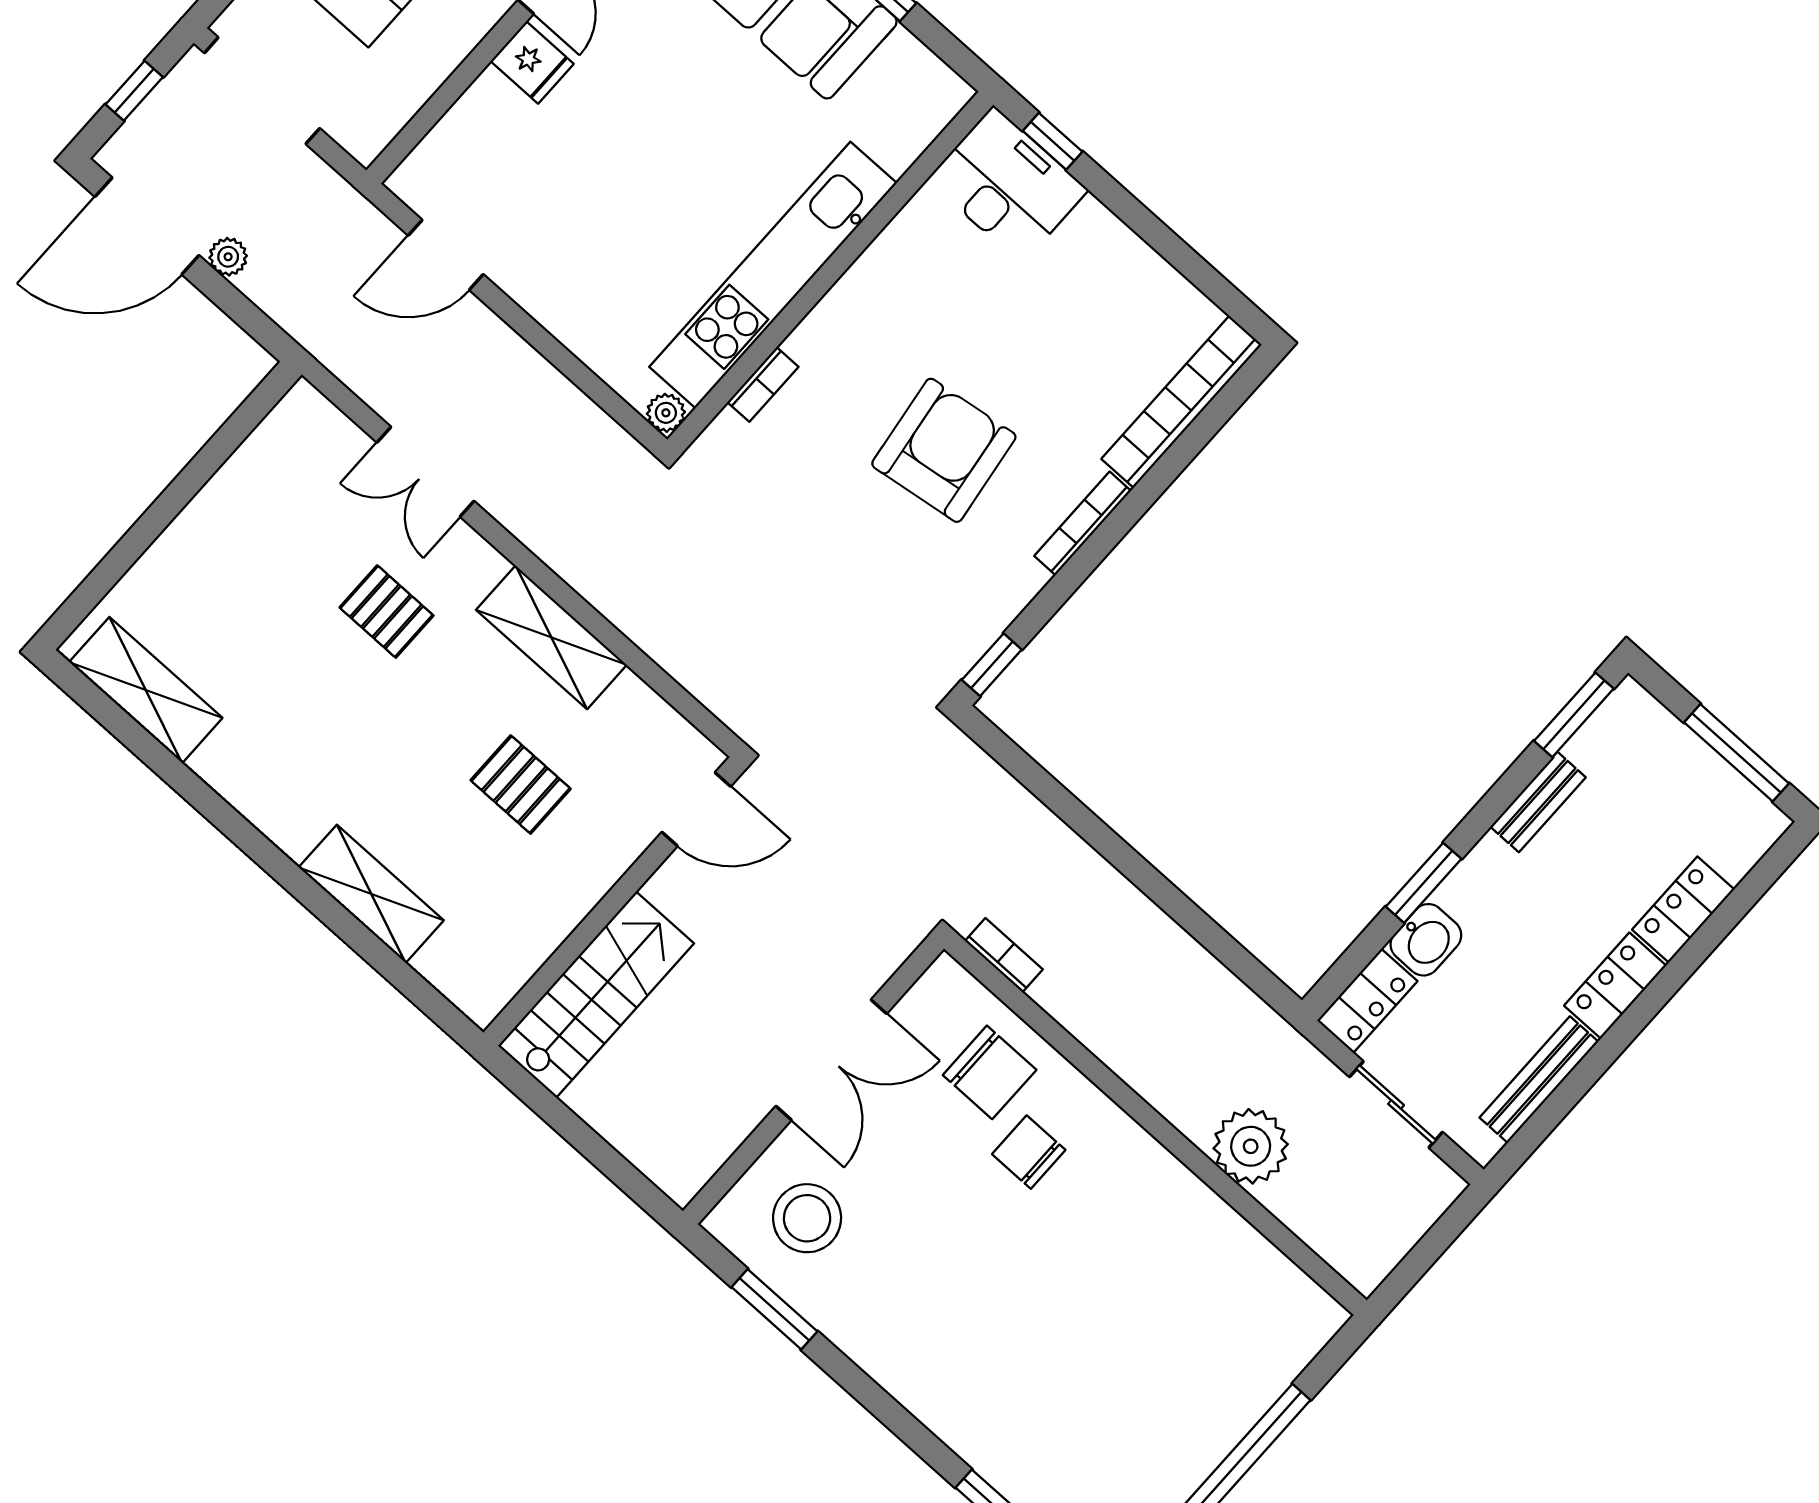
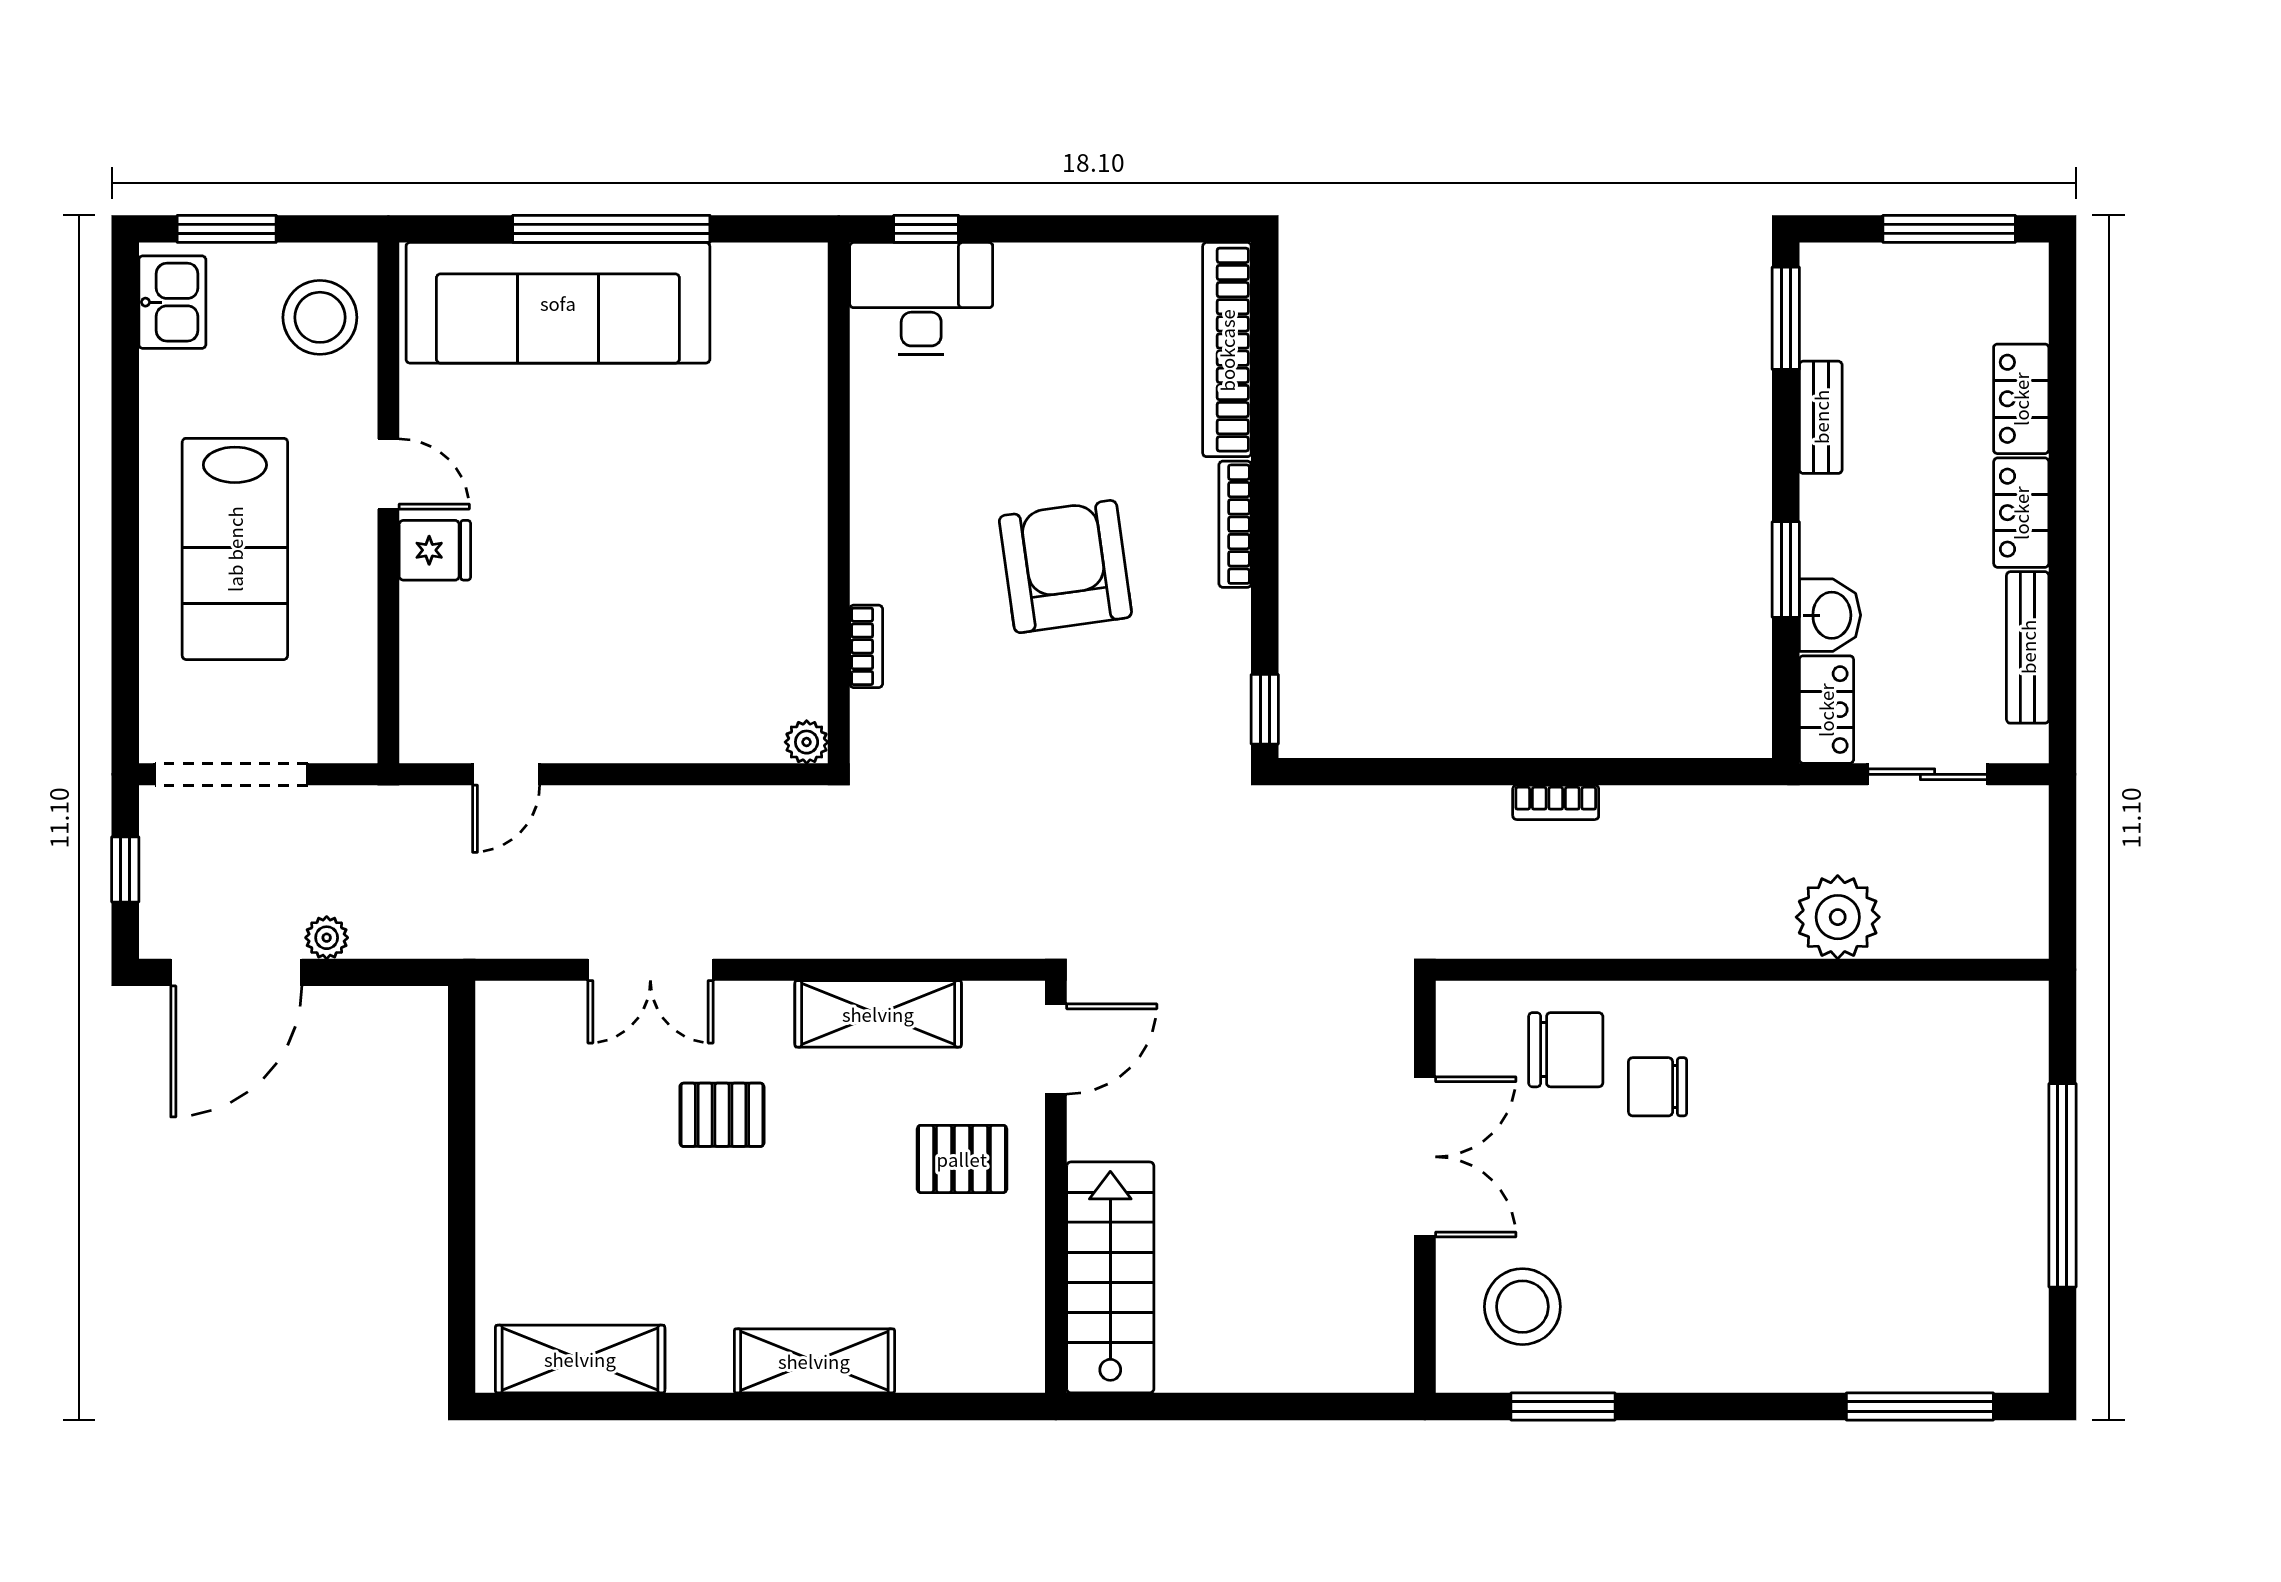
door: (446, 255) -> (506, 774), width x0.73
kitchen unit: (773, 275) -> (793, 548), removed
door: (696, 809) -> (1056, 1049), moved
shelving: (371, 894) -> (814, 1361), moved
wall: (614, 901) -> (1056, 1187), moved
bookcase: (1004, 955) -> (1556, 802), moved, turned 180
stairs: (596, 995) -> (1110, 1277), moved

